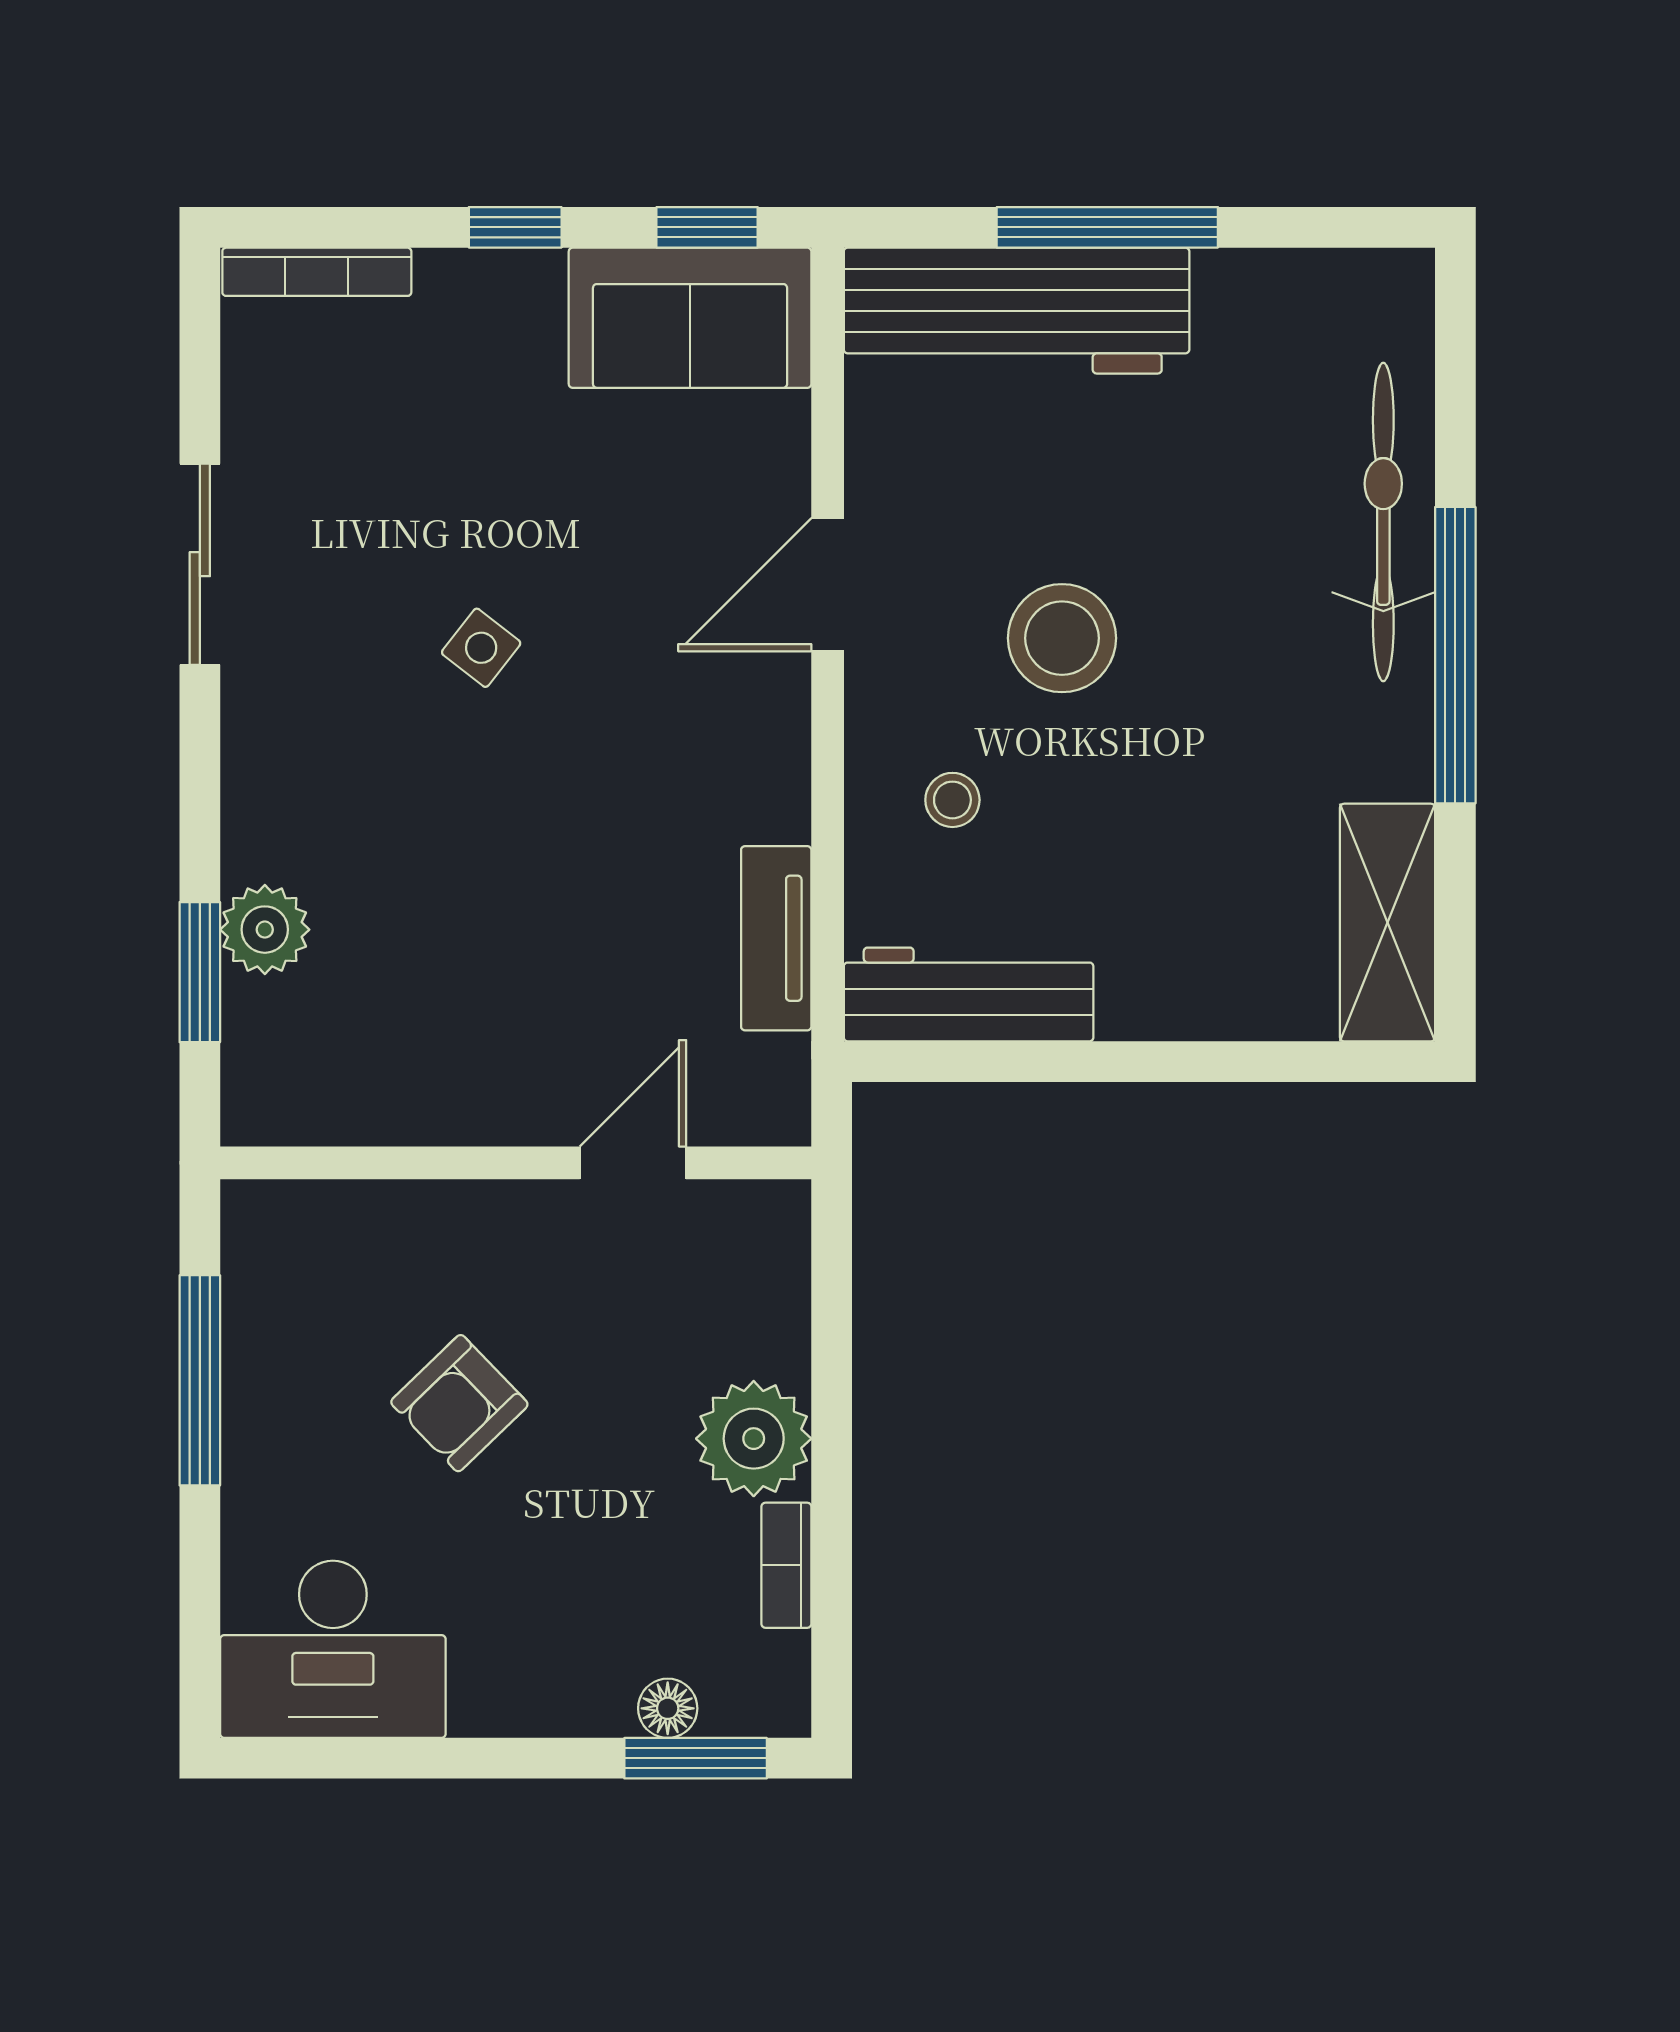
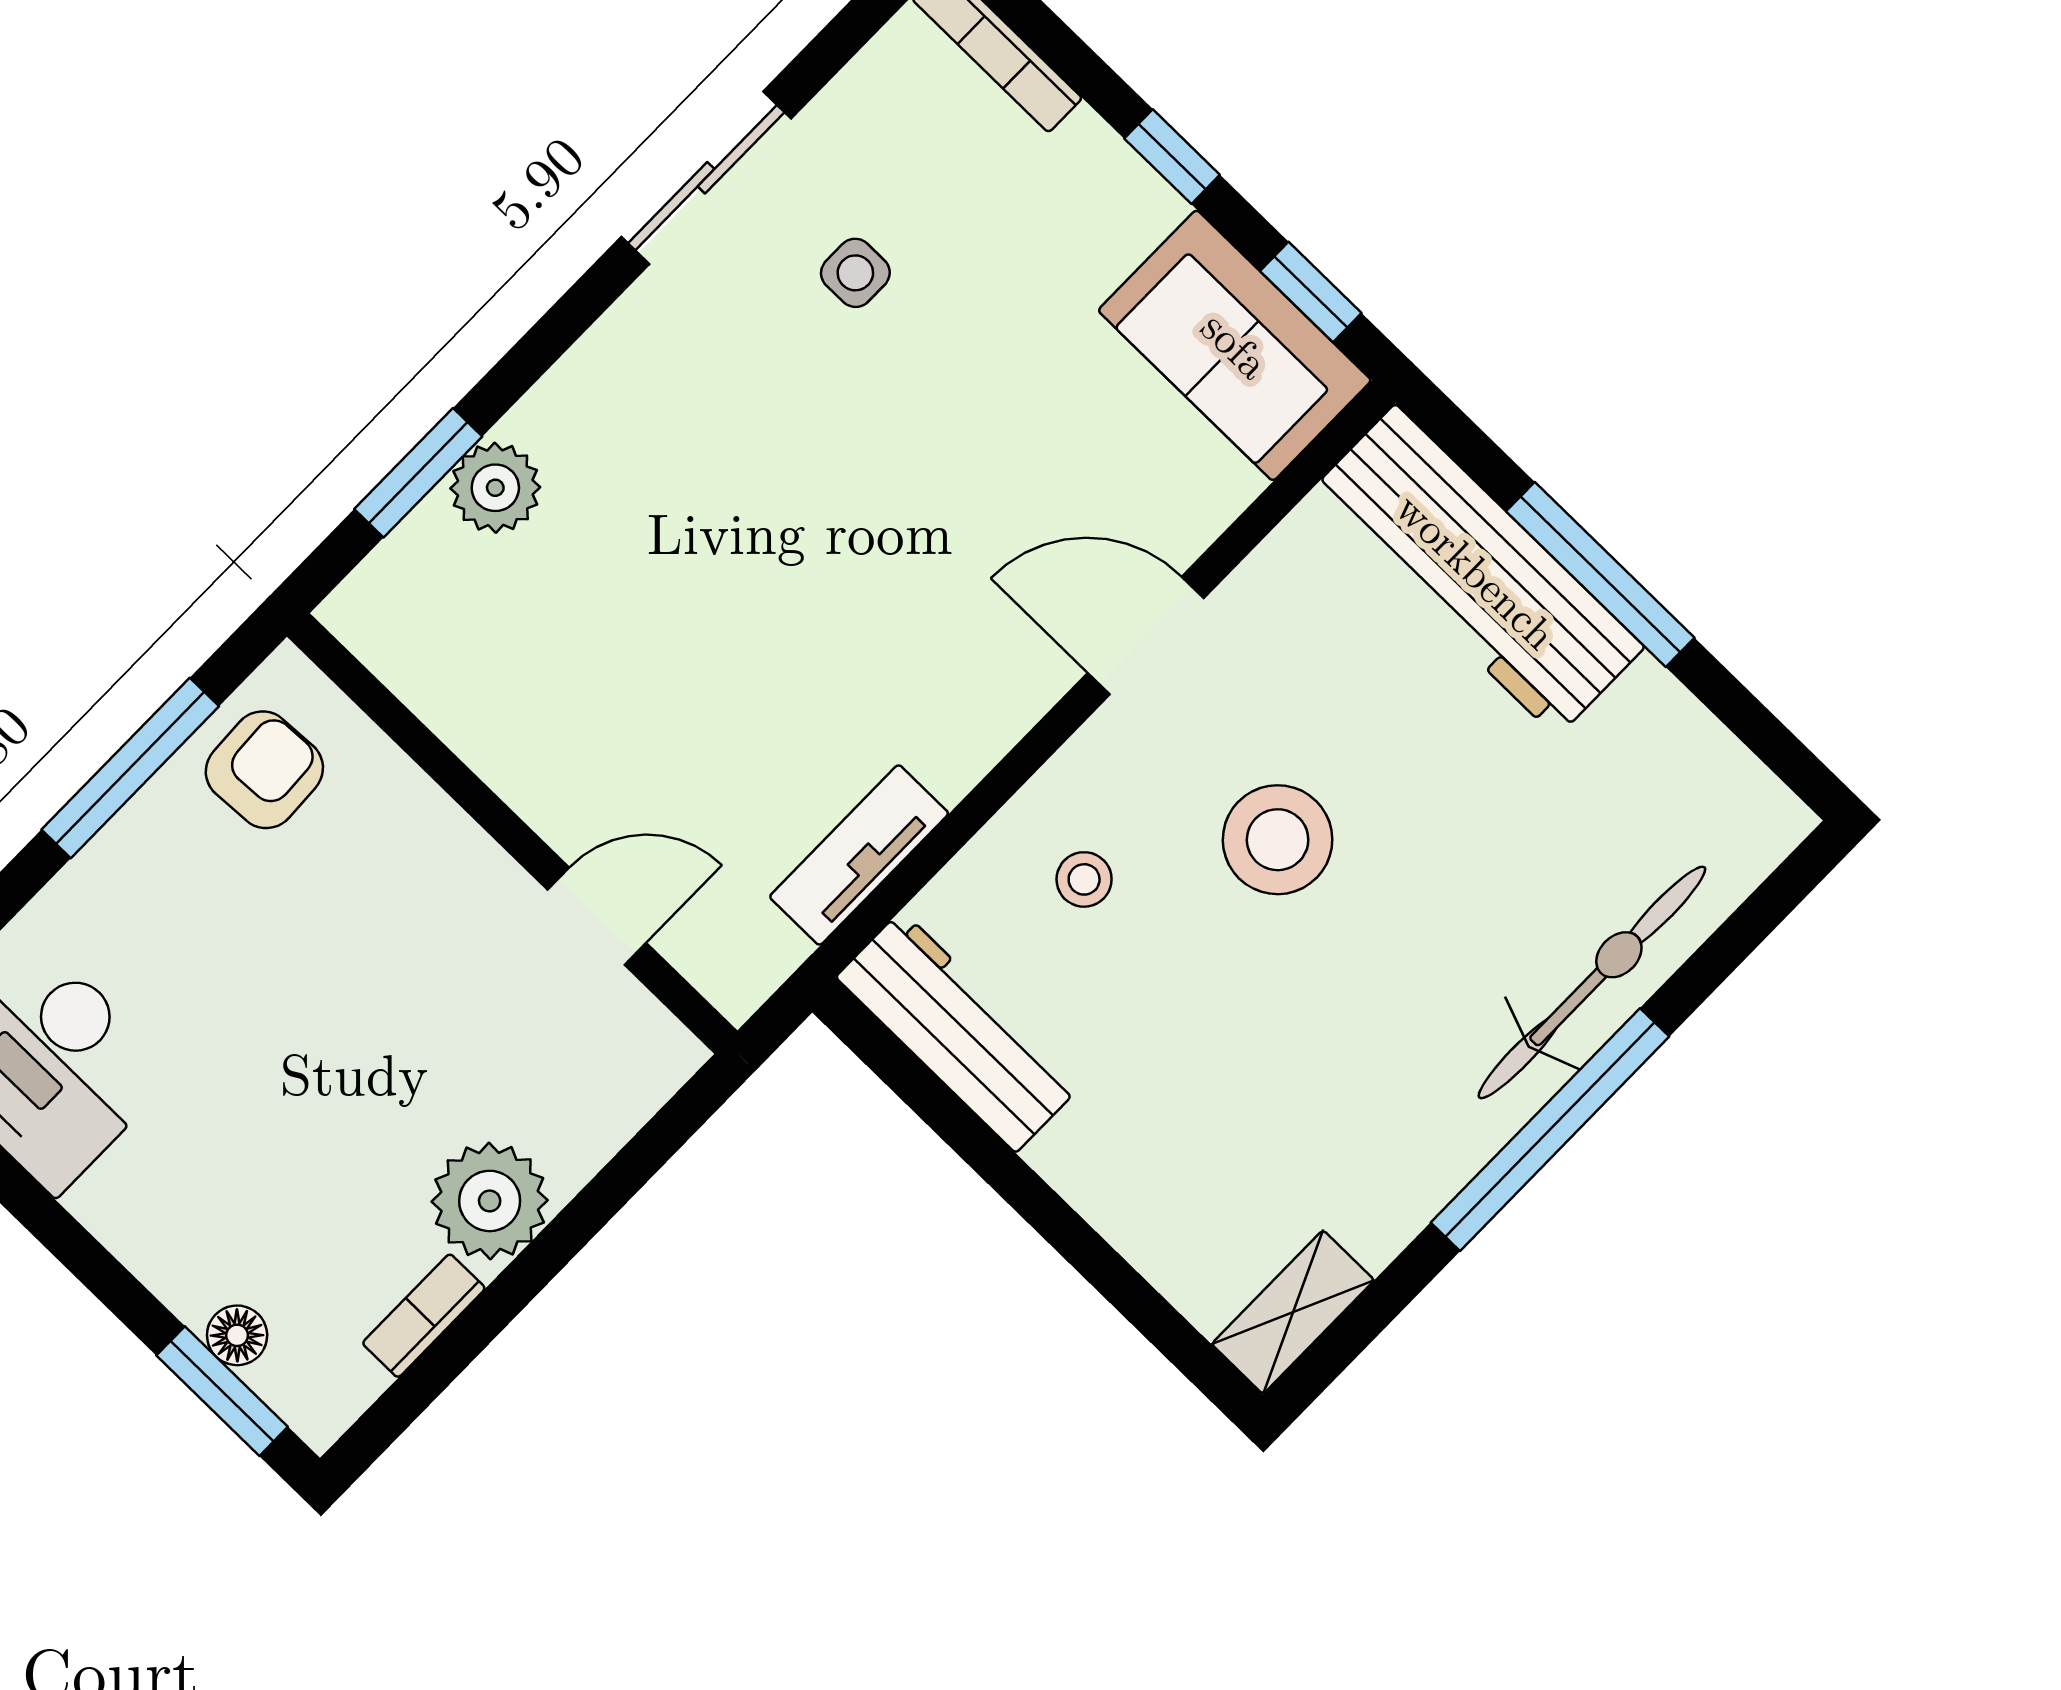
side table: (481, 648) -> (855, 273), moved, turned -38
shelving: (1388, 923) -> (1293, 1312), width x0.67, depth x0.75
armchair: (459, 1403) -> (264, 770), moved, turned 131

